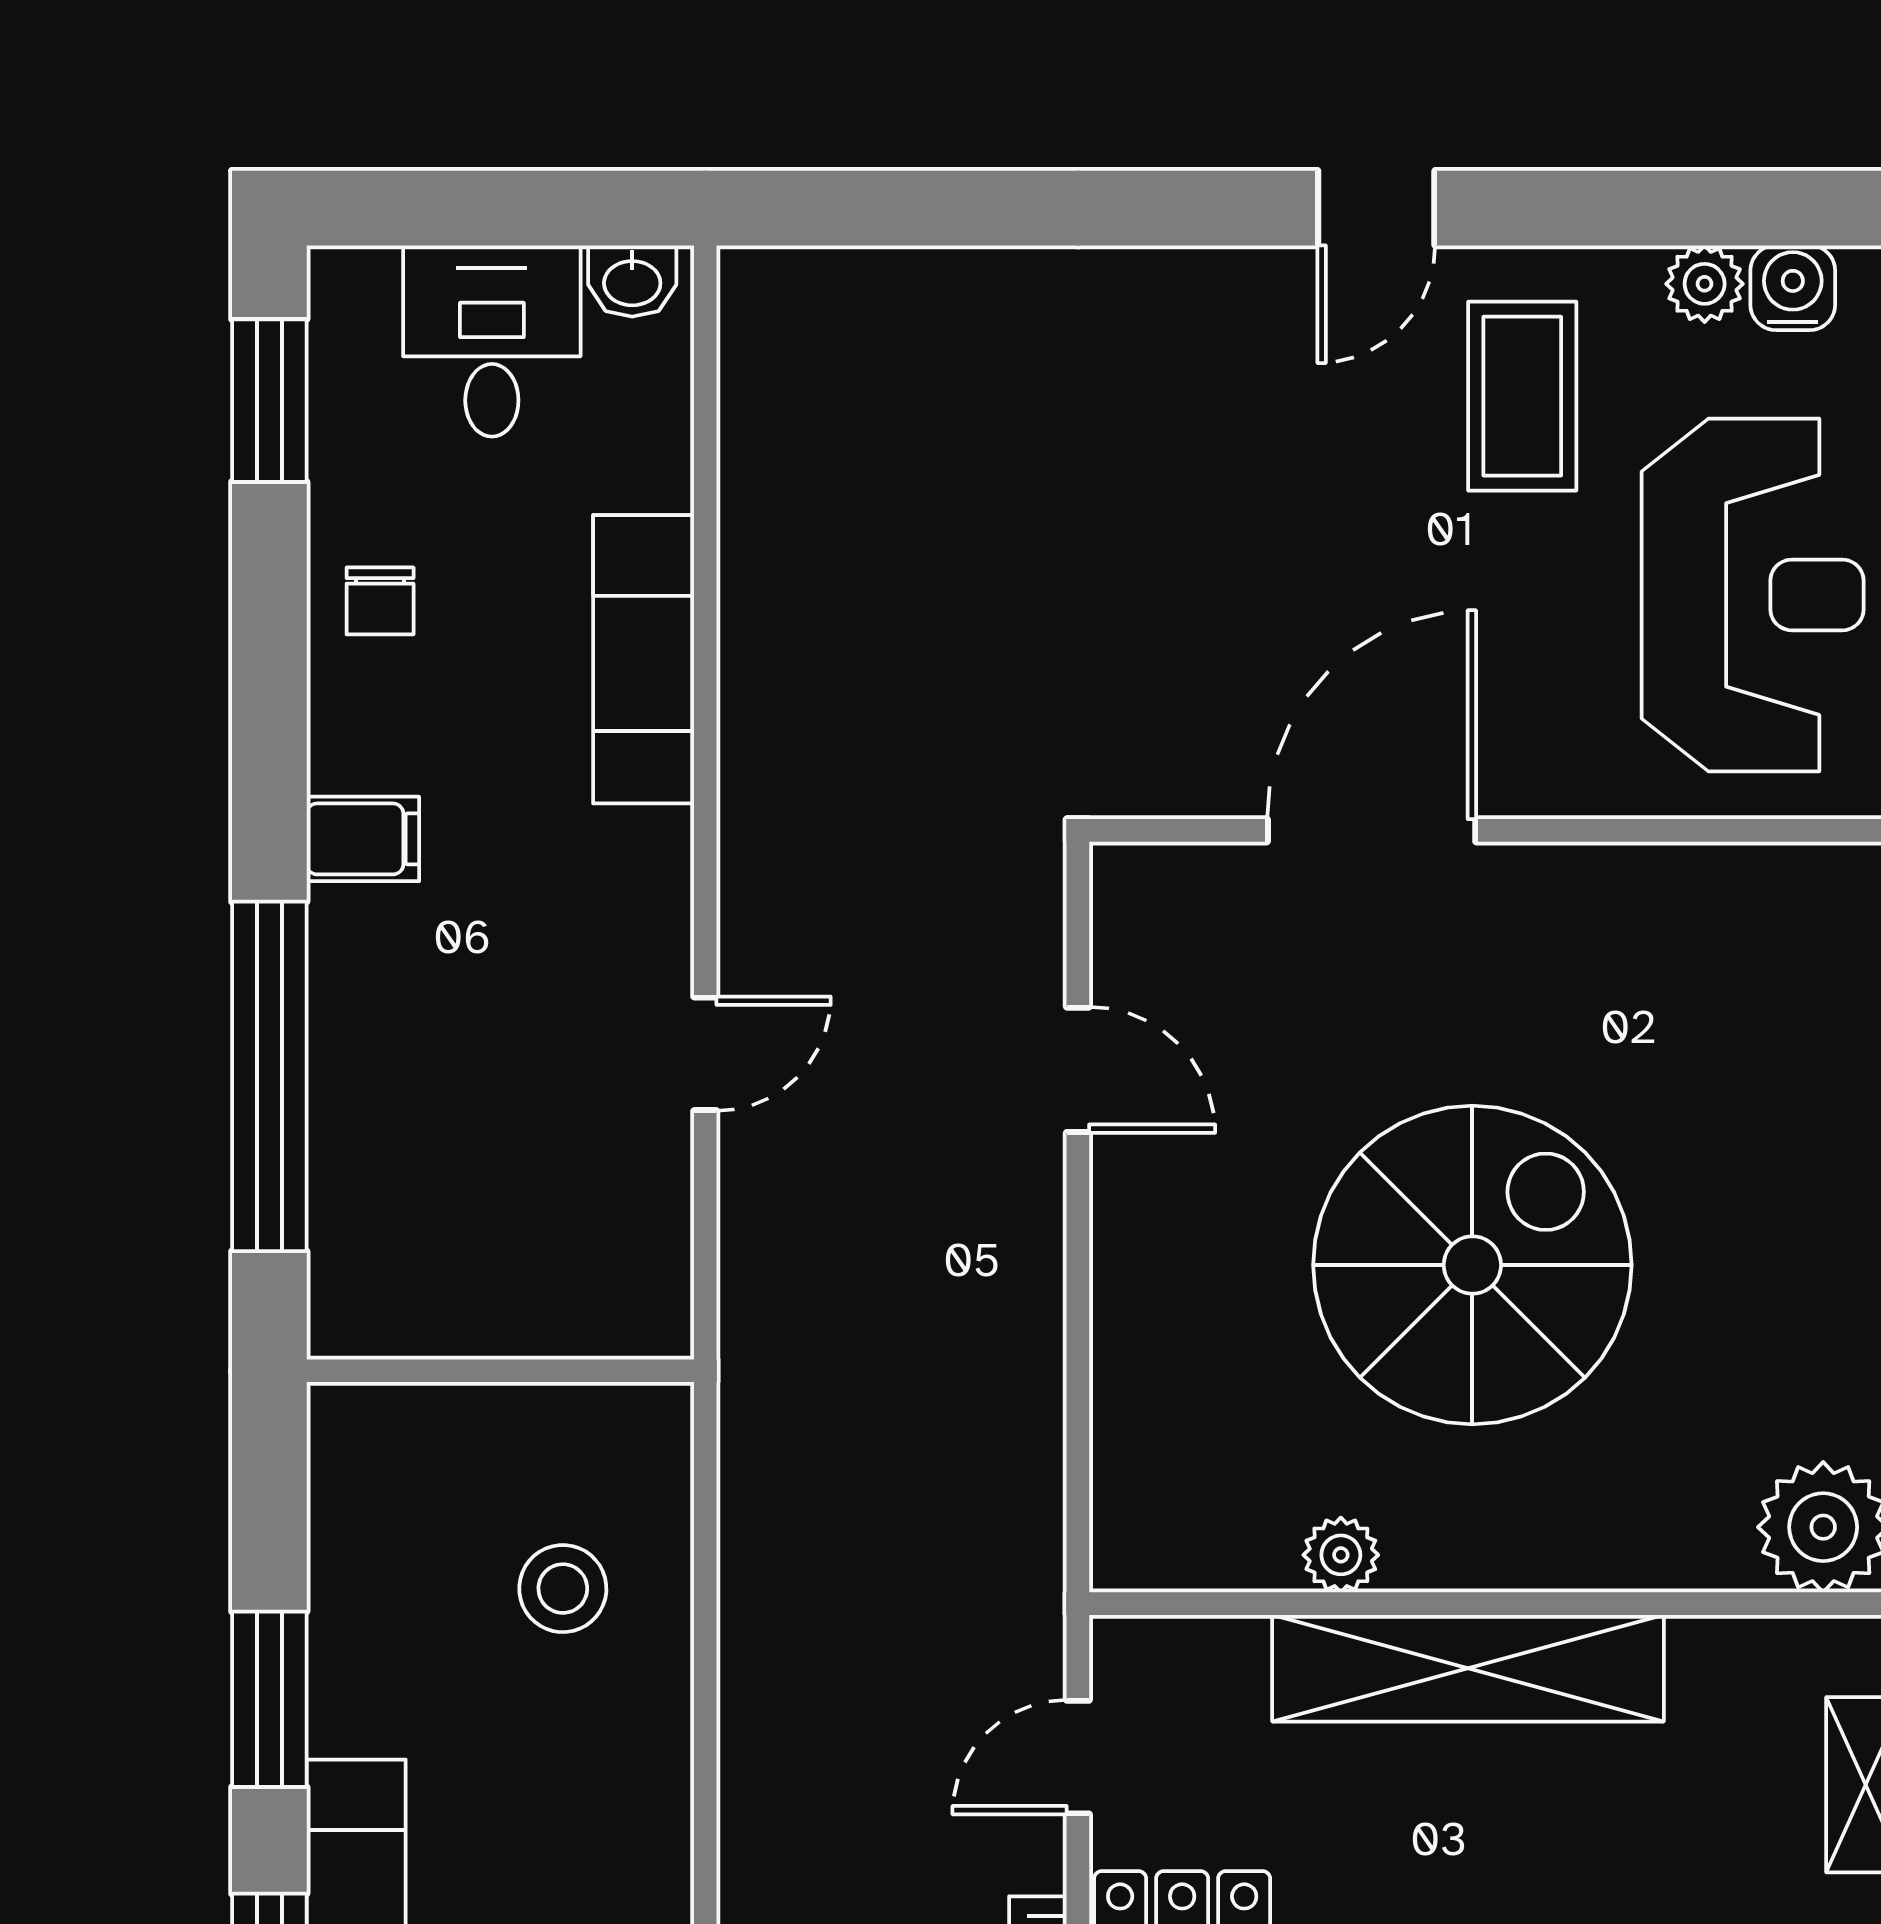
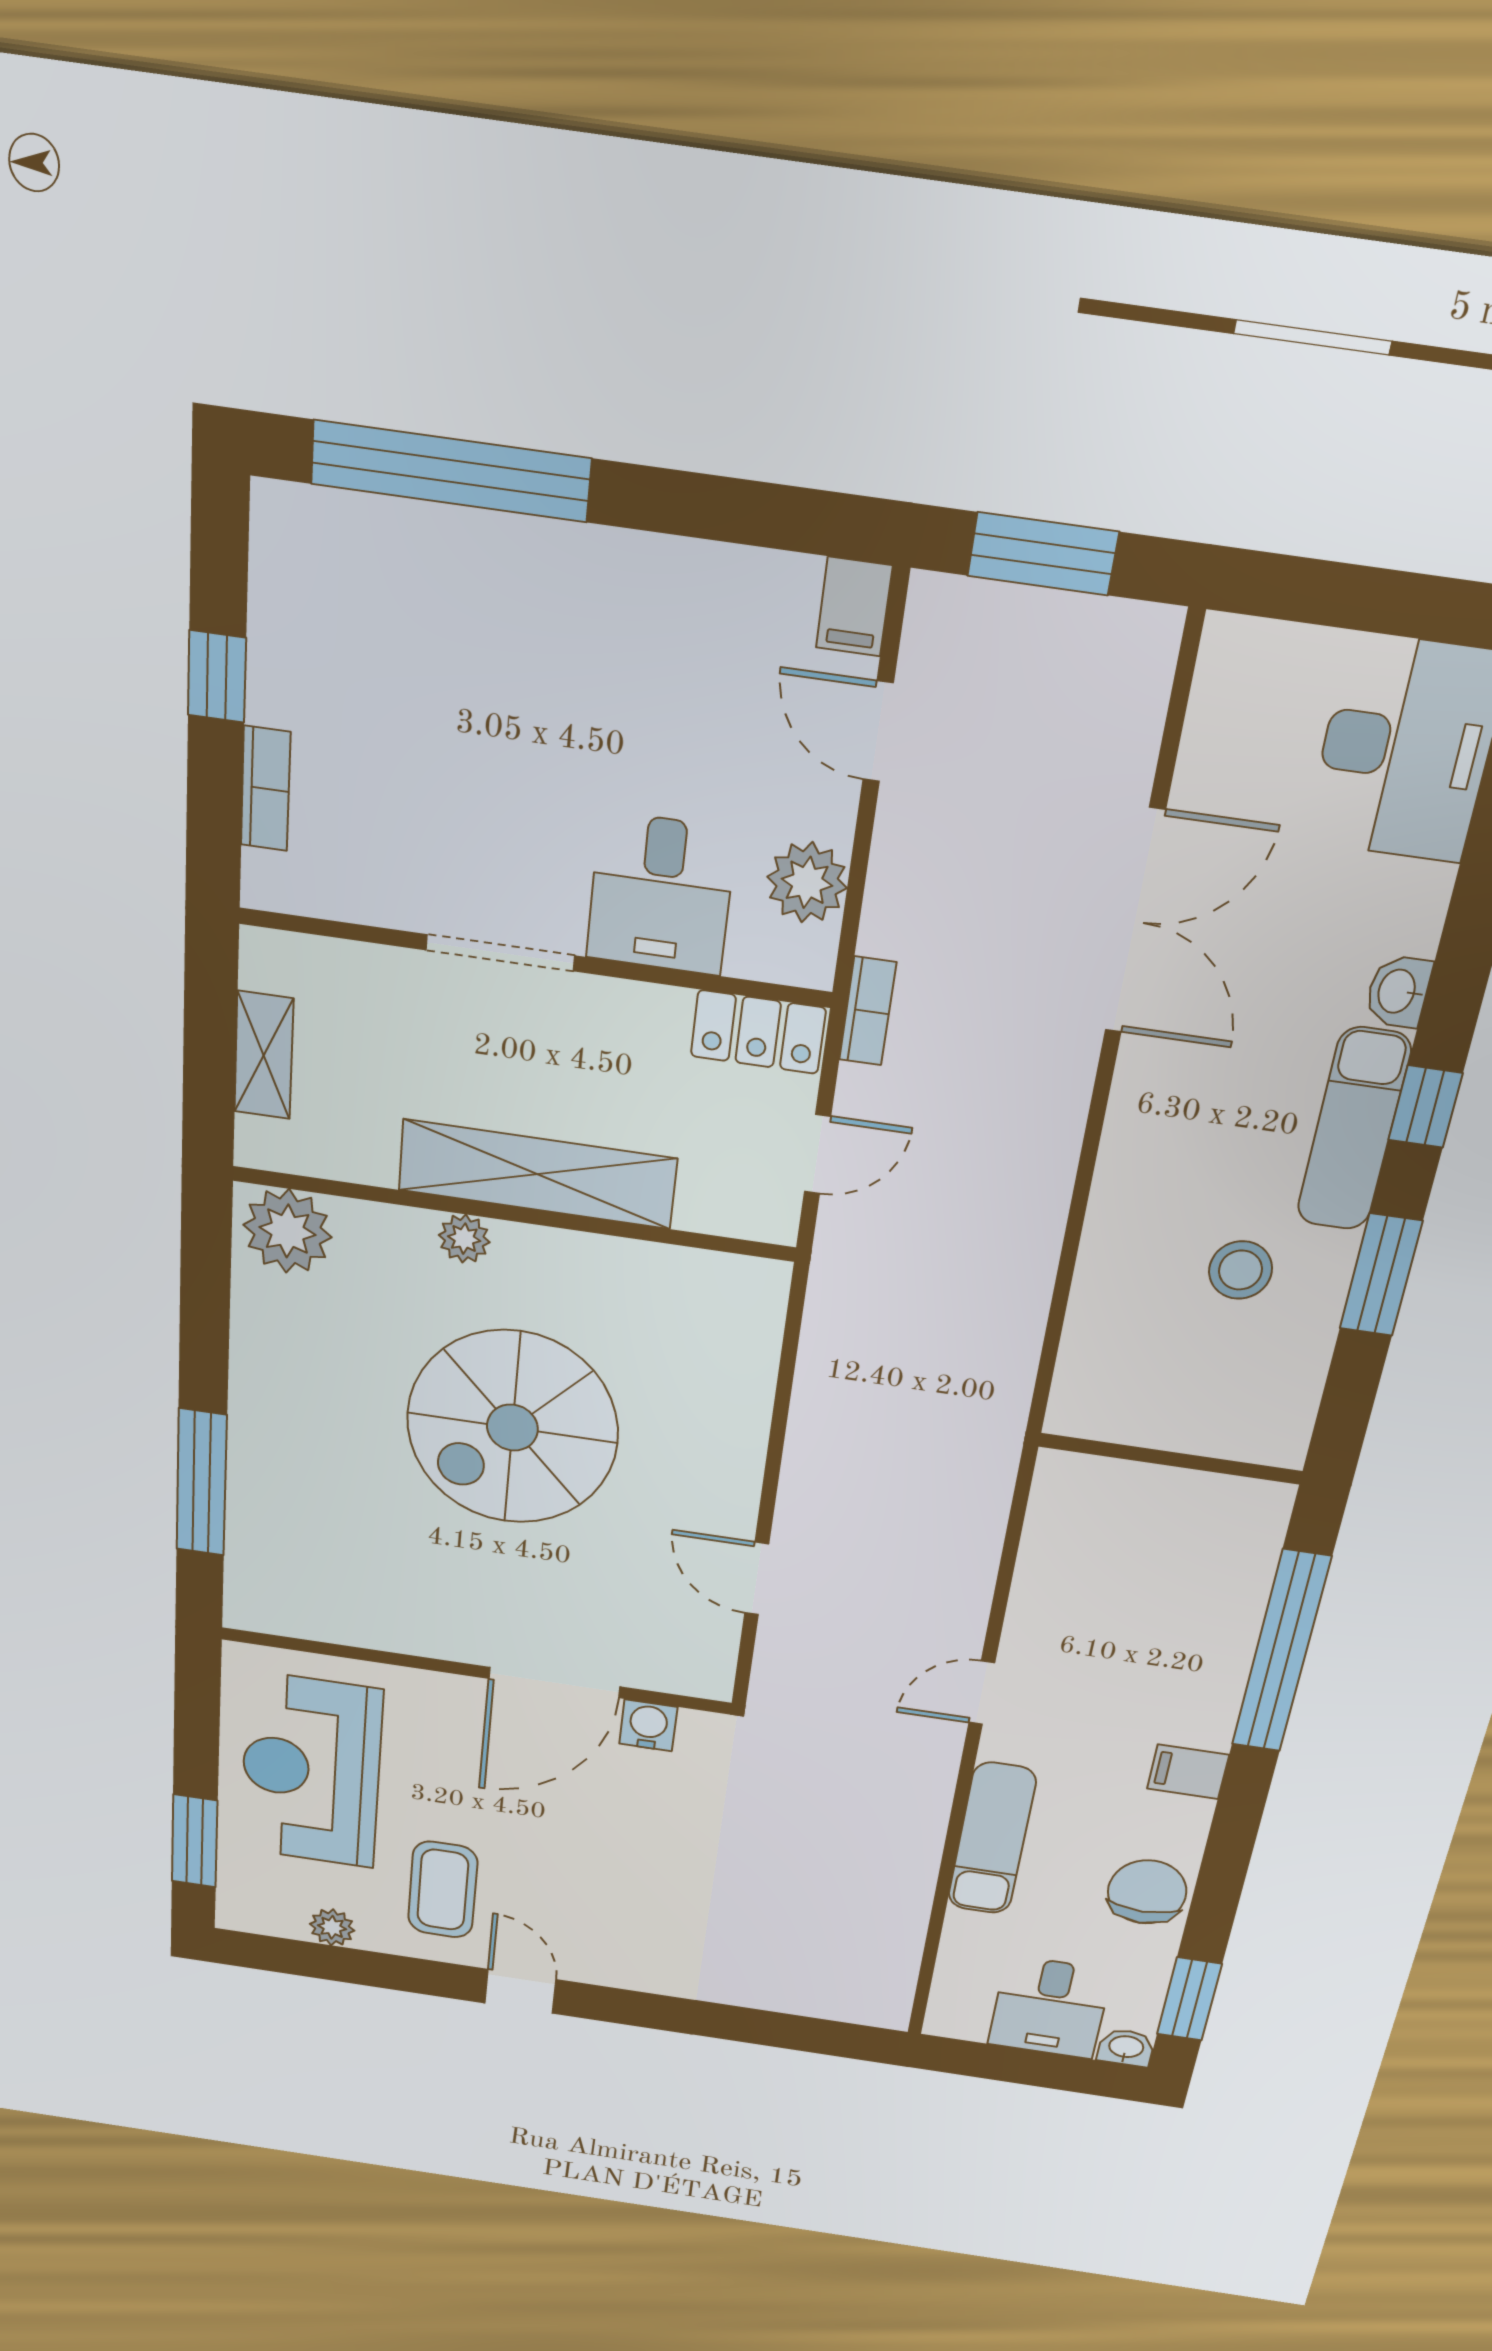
door: (1376, 208) -> (520, 1991), hinge flipped
washbasin: (632, 281) -> (1126, 2048), moved
water cooler: (1793, 288) -> (648, 1725), moved, turned 180
chair: (380, 601) -> (1147, 1892), width x1.87, depth x1.87
door: (705, 1054) -> (982, 1693), moved
plant: (1341, 1555) -> (464, 1239), moved
stool: (563, 1589) -> (1241, 1270), moved

